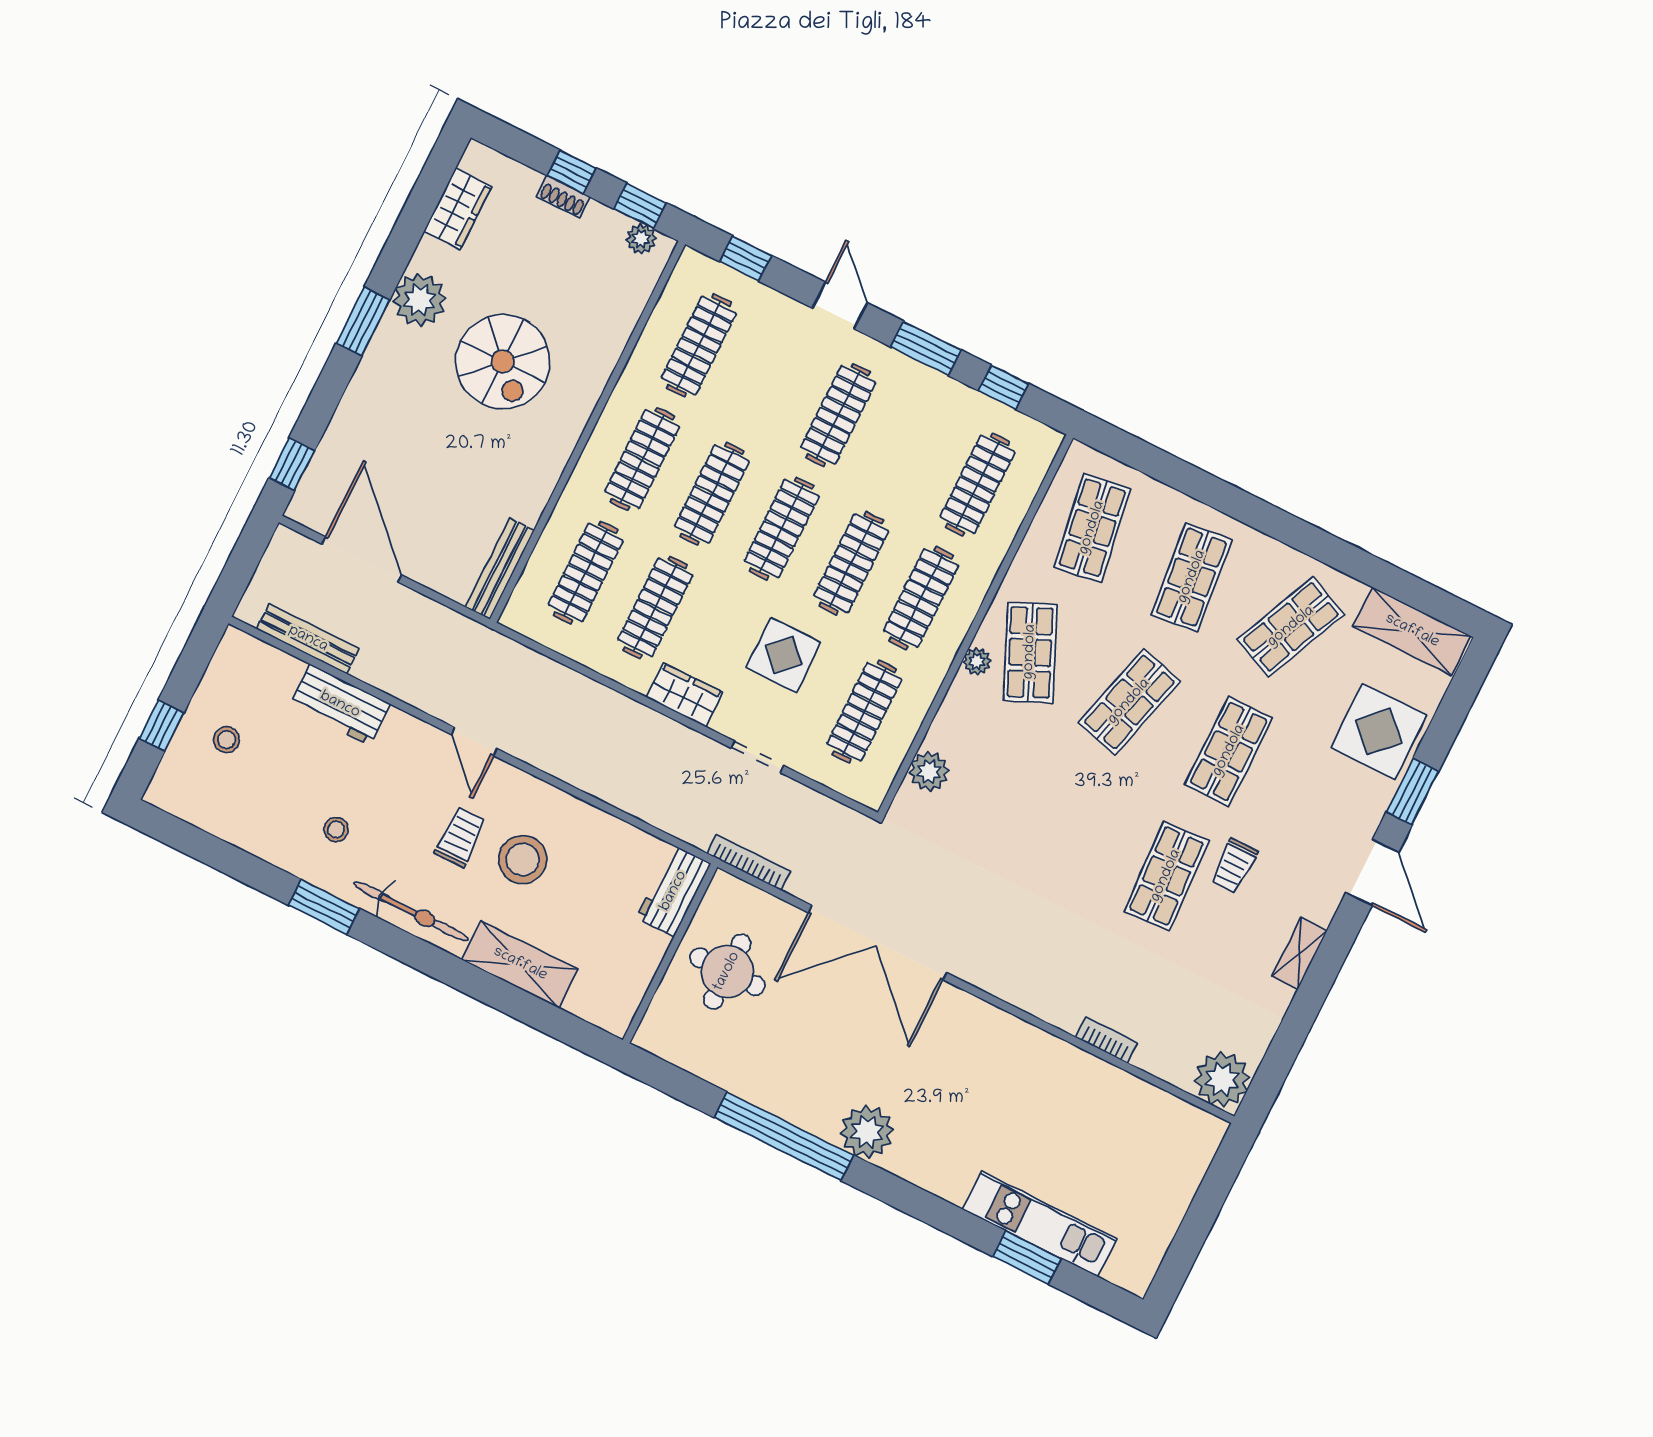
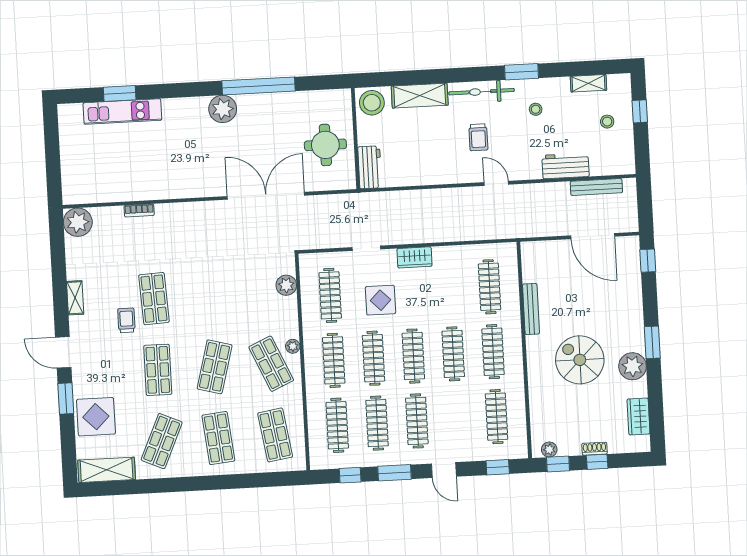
bench: (500, 569) -> (531, 309), moved
clothes rail: (655, 607) -> (377, 423), moved
shelving: (221, 823) -> (588, 83), added
stool: (523, 860) -> (372, 103), moved
bookcase: (749, 863) -> (344, 199), removed

